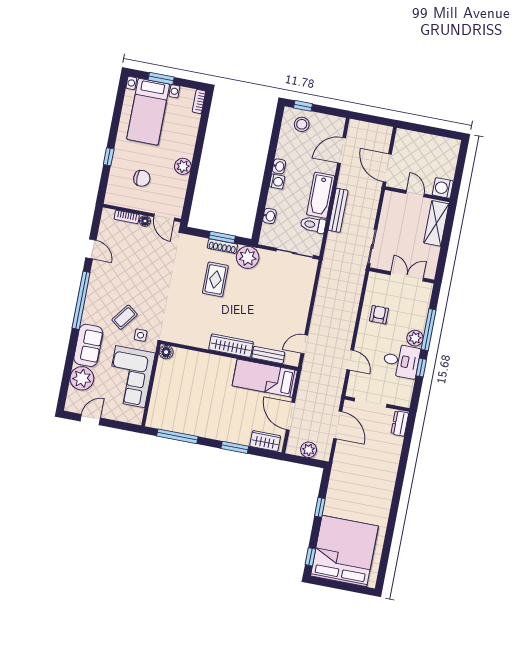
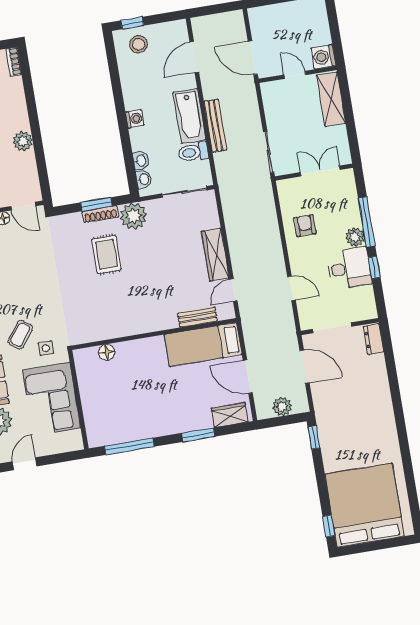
washbasin: (279, 166) -> (144, 179), moved
wardrobe: (231, 346) -> (215, 255), moved, turned -90
floor lamp: (166, 352) -> (107, 352), moved
window: (320, 507) -> (314, 437), moved

